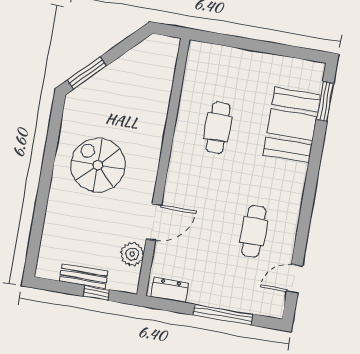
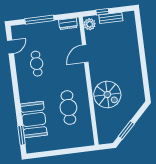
window: (87, 73) -> (126, 130), moved
cafe table: (218, 128) -> (68, 108), width x1.37, depth x1.35
spiral stairs: (98, 165) -> (107, 94), moved
plant: (132, 254) -> (90, 24), moved

